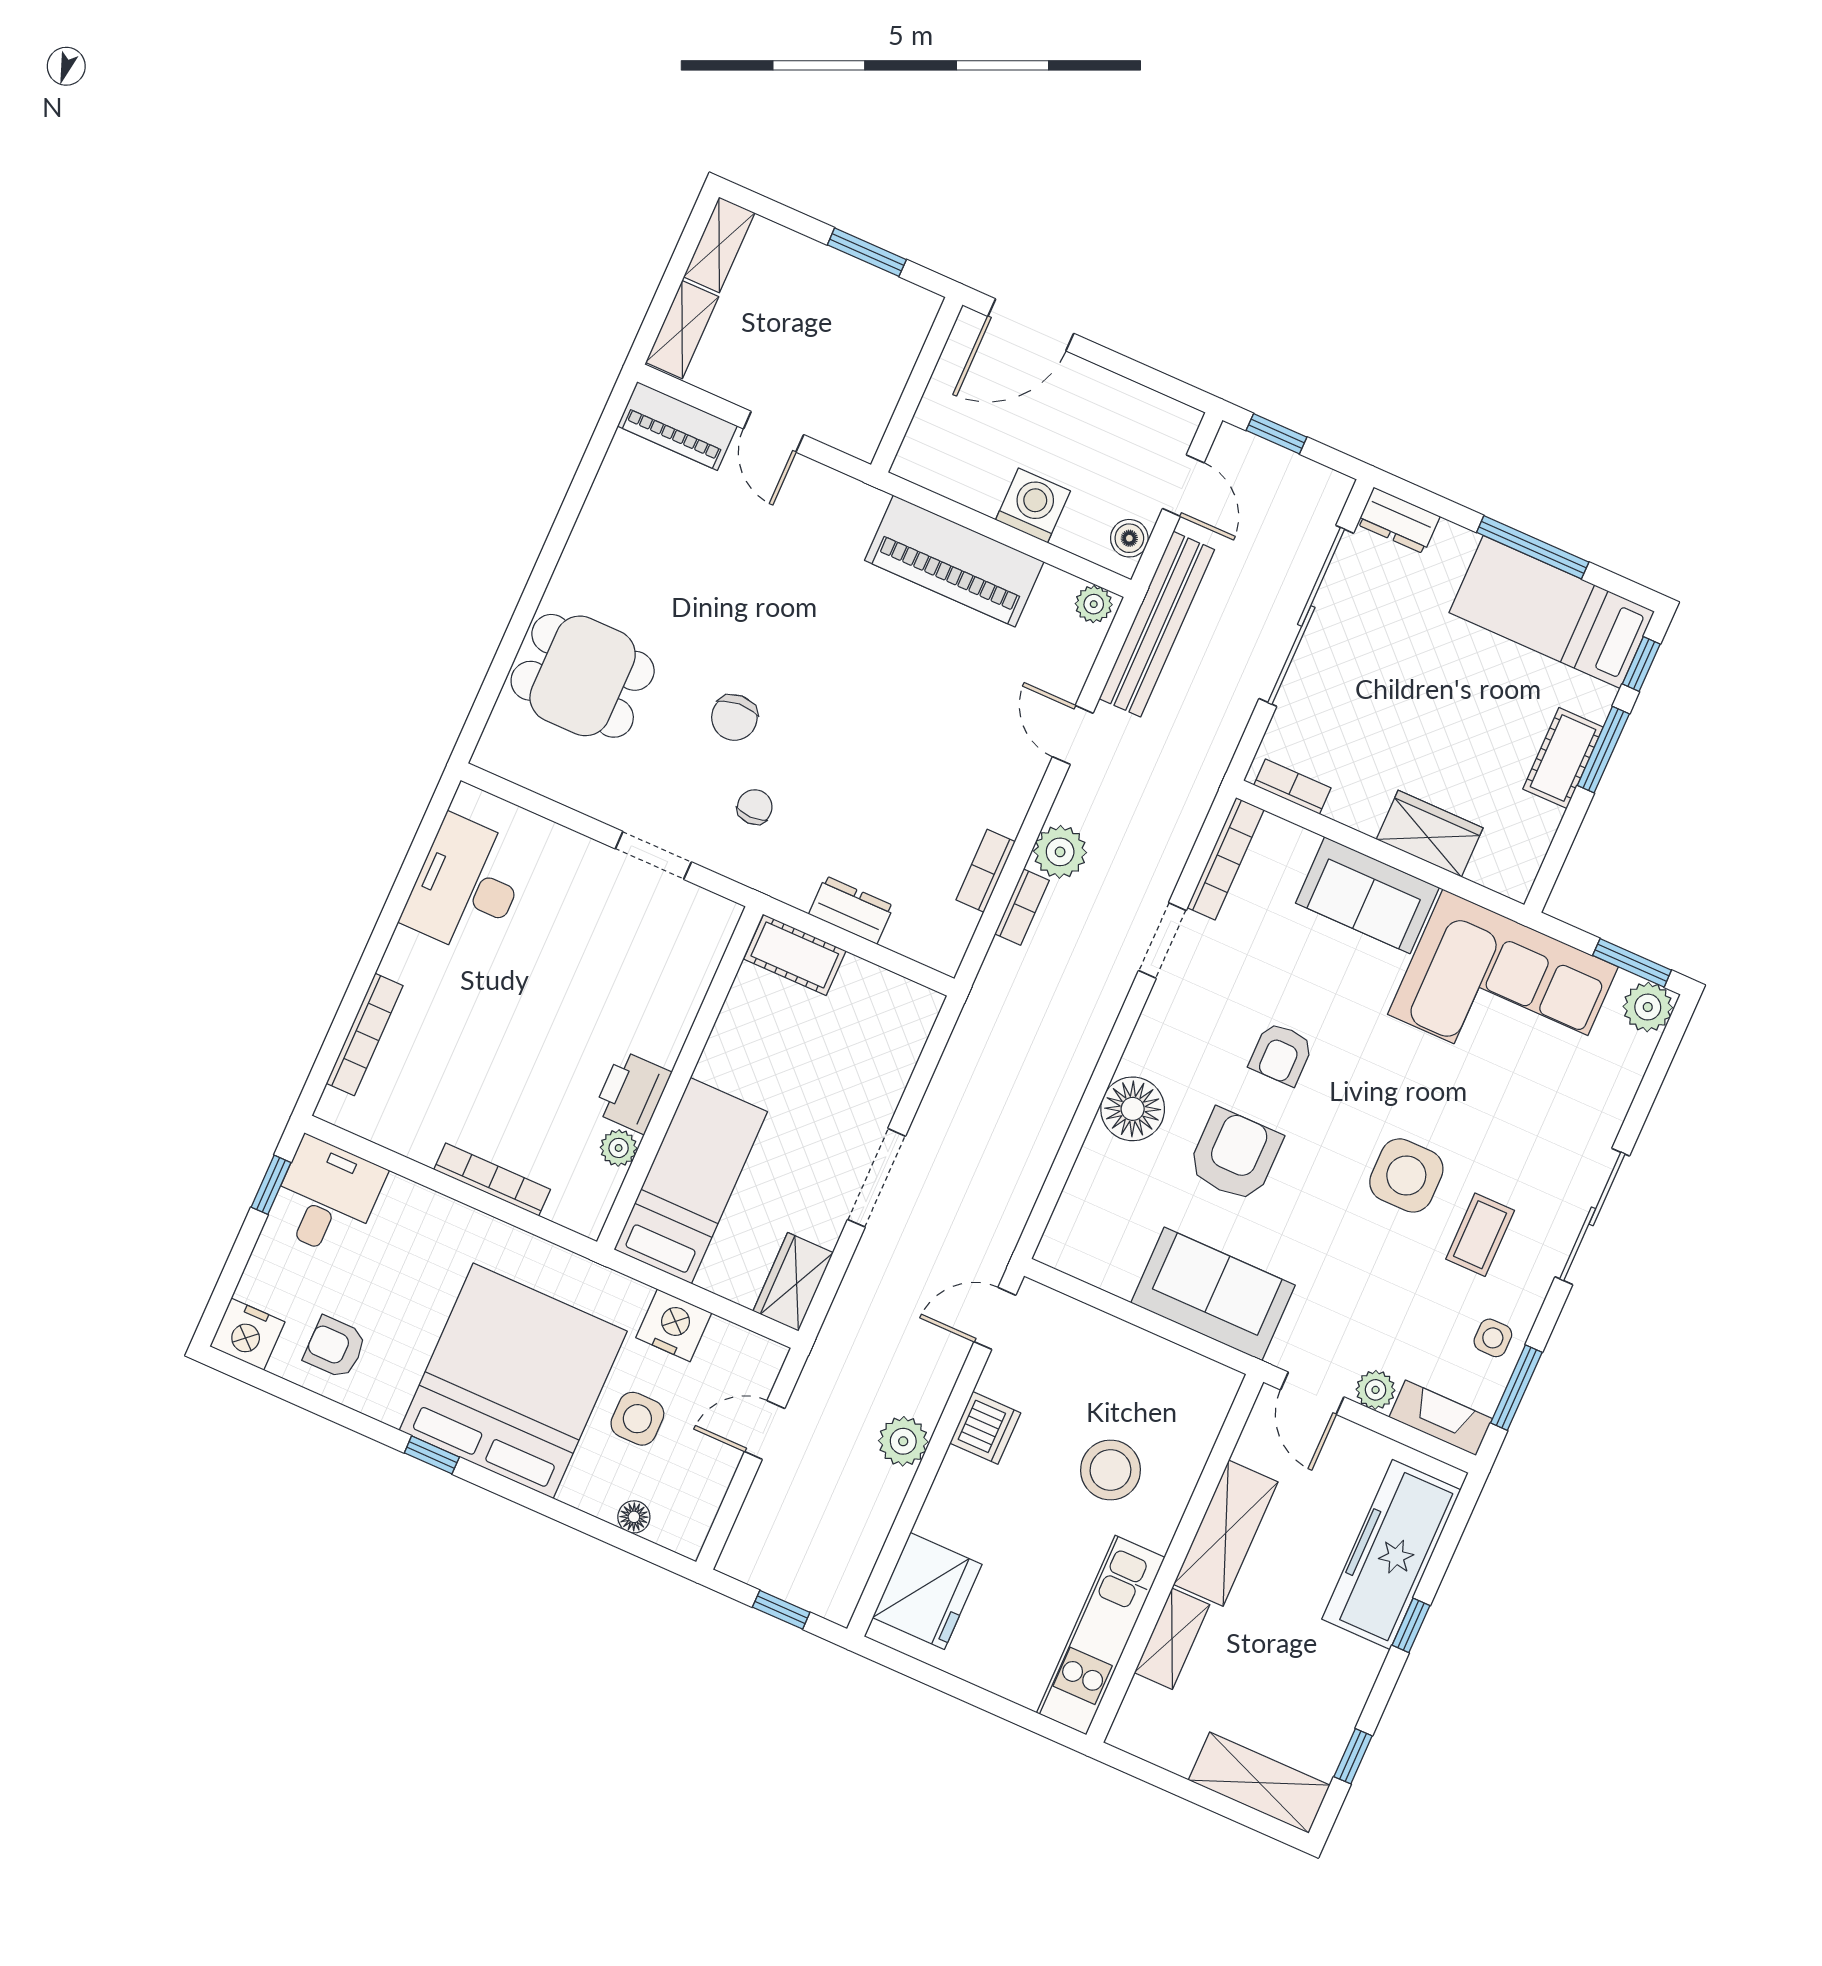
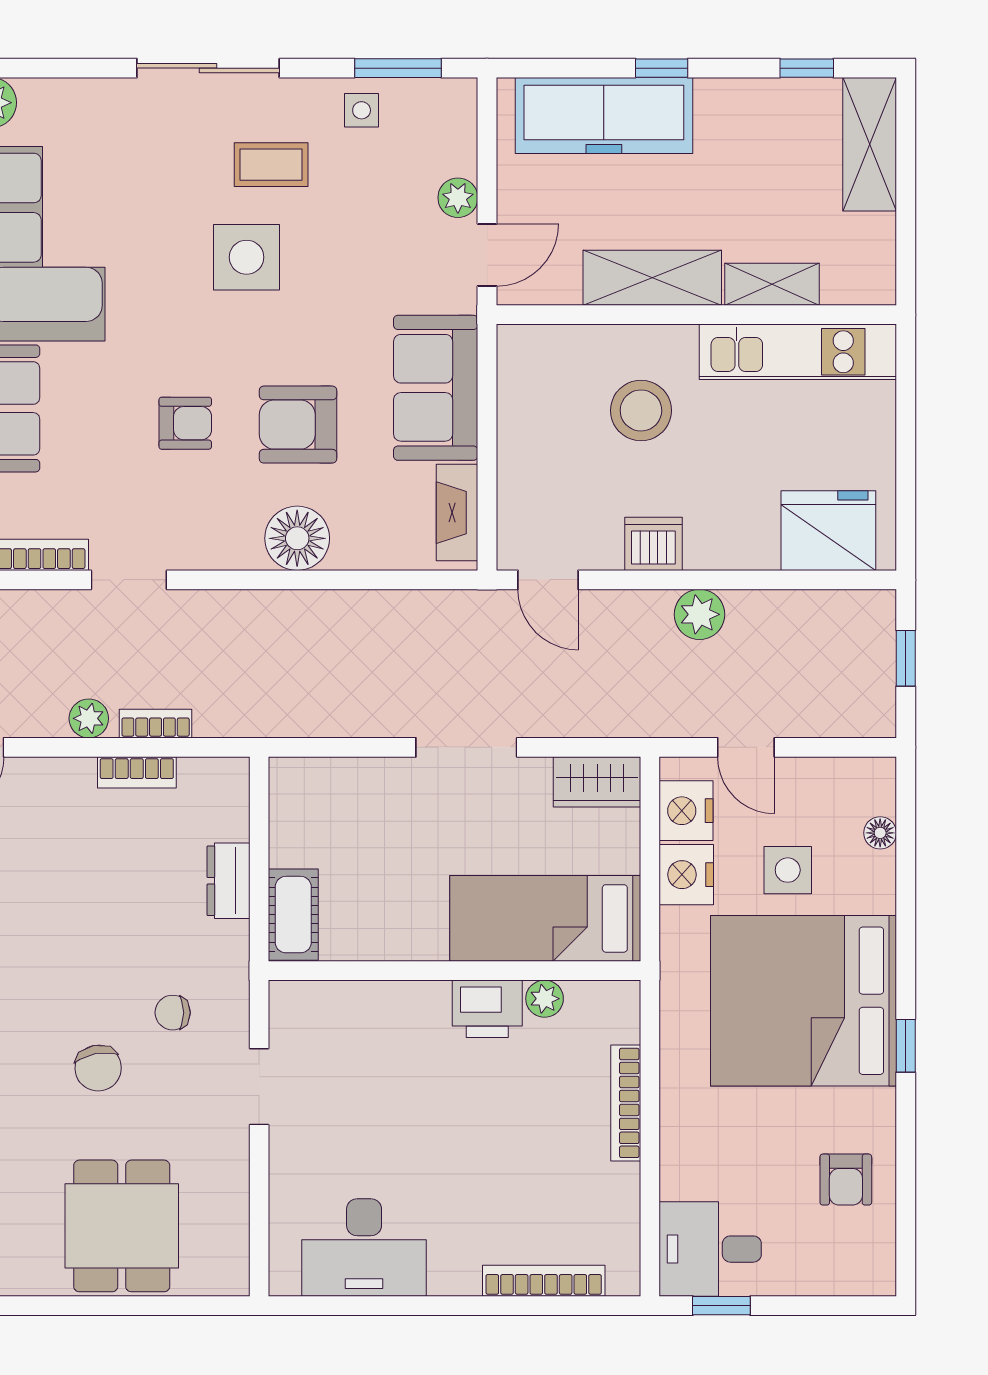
chair: (734, 718) -> (98, 1068), turned 83
plant: (1060, 852) -> (89, 718), width x0.73, depth x0.73
nightstand: (247, 1334) -> (686, 811), moved, turned 180
fireplace: (1441, 1418) -> (457, 513), moved

